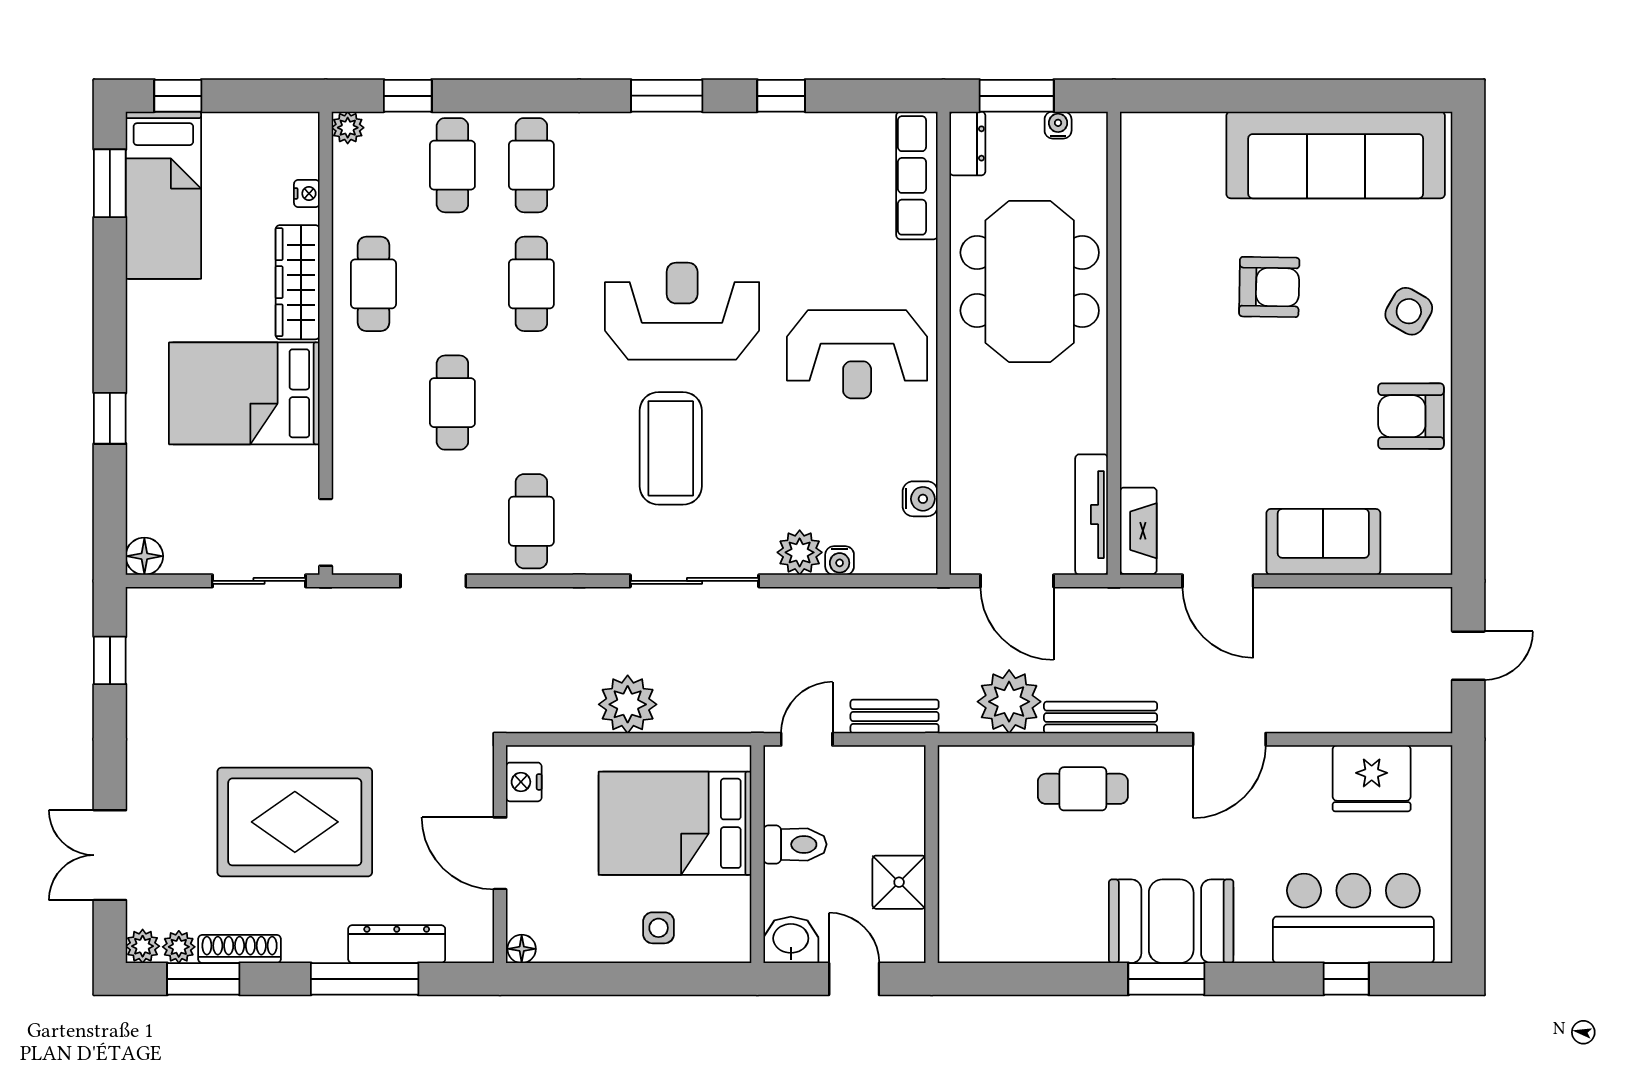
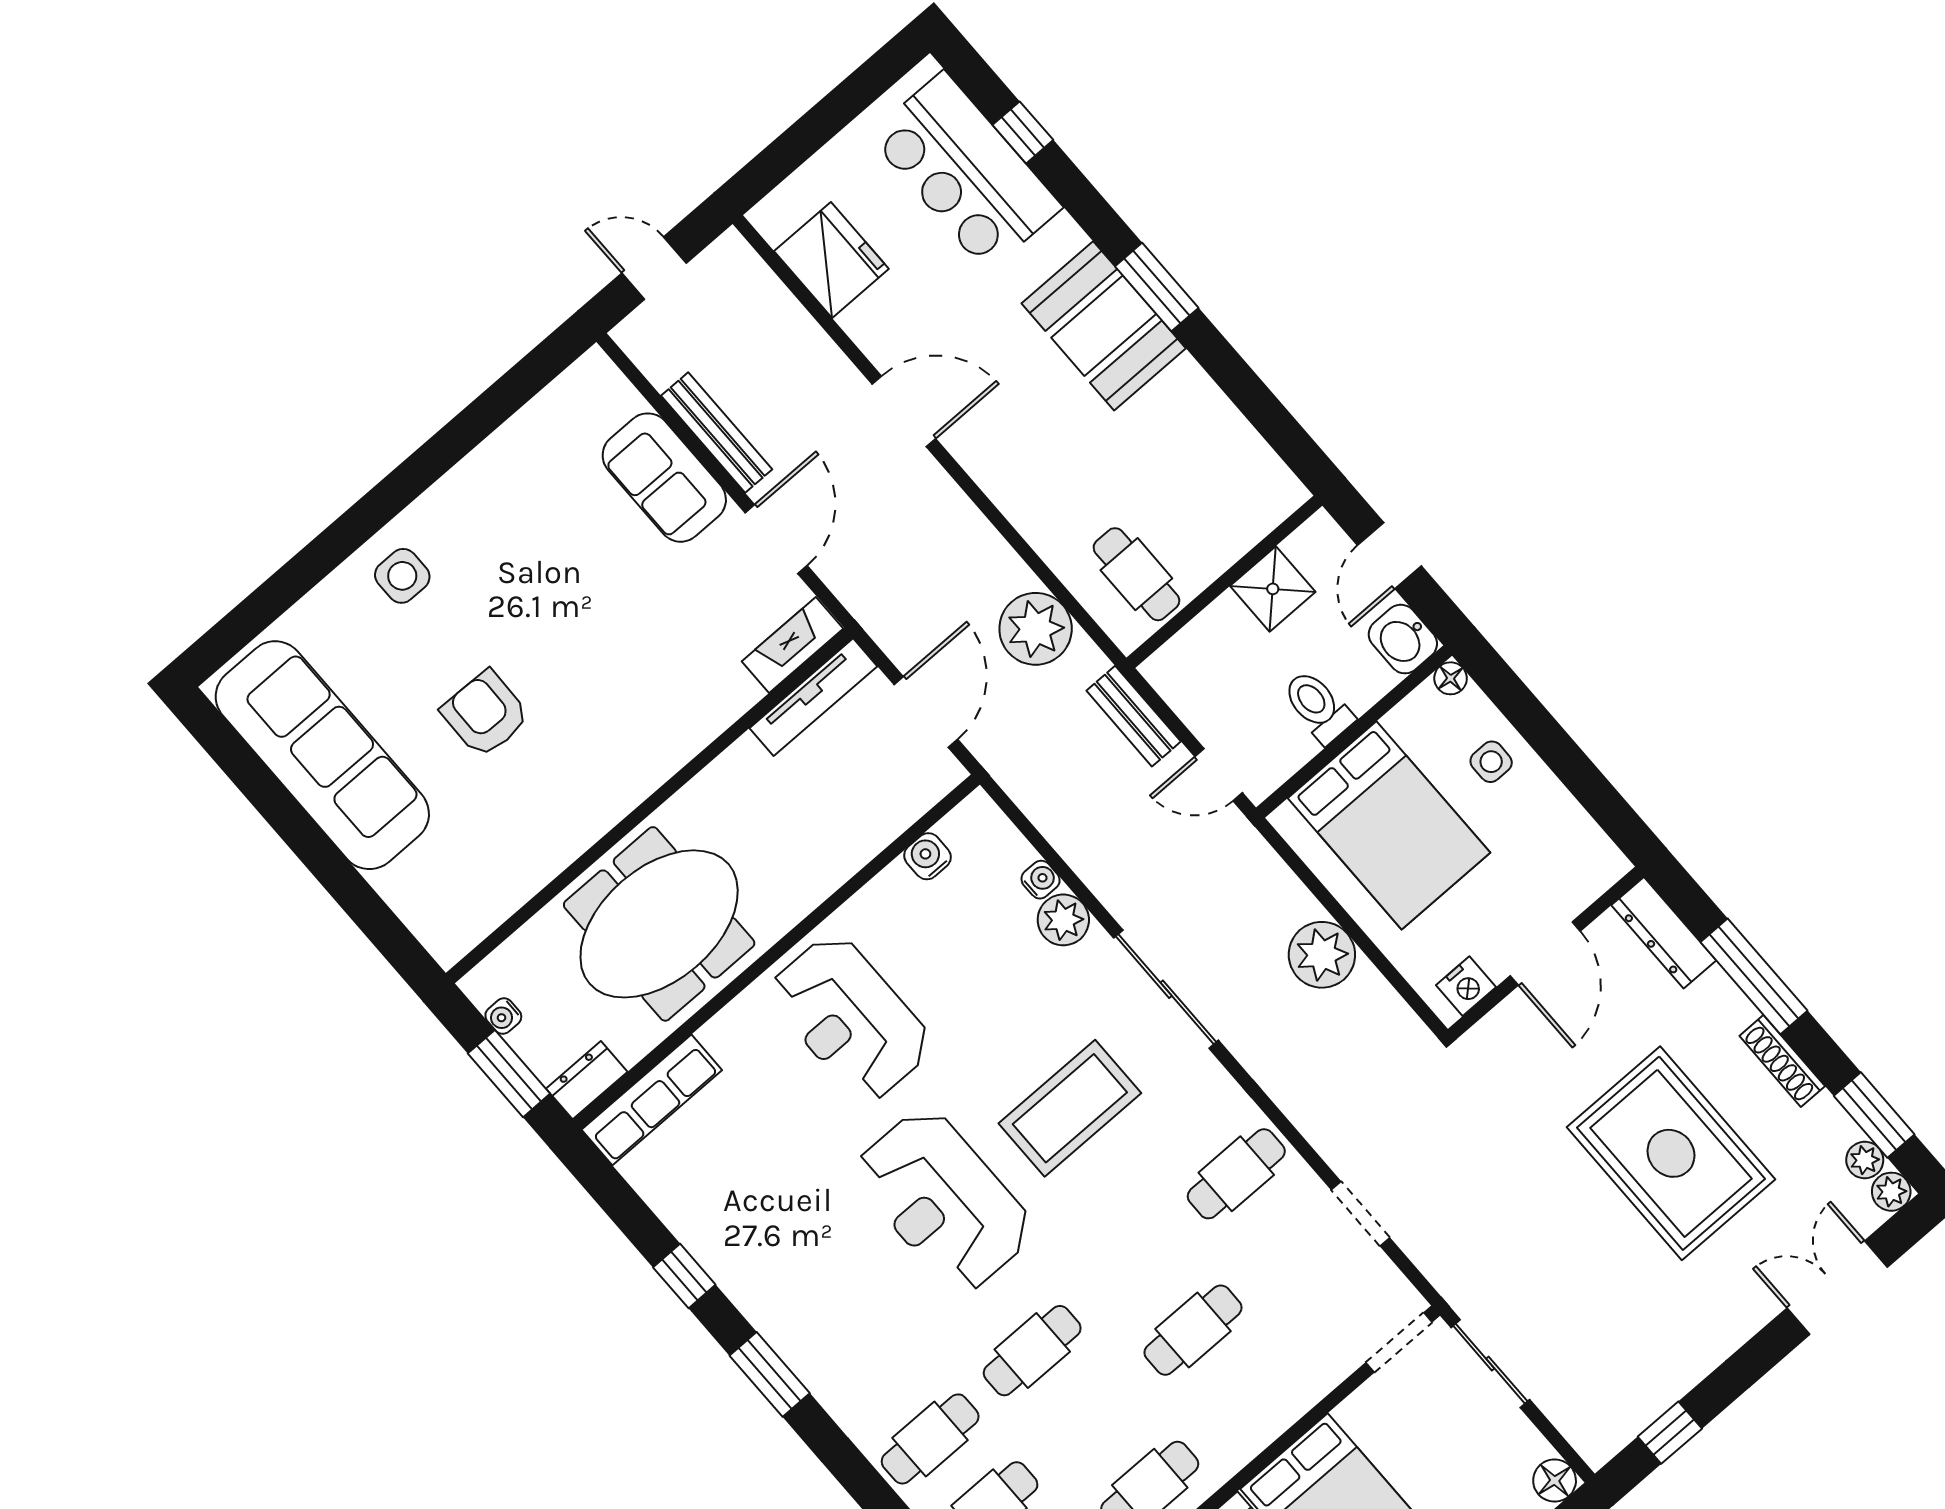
side table: (1409, 311) -> (402, 576), turned -30
reception desk: (857, 354) -> (850, 1018), turned 180
armchair: (1411, 416) -> (491, 496), removed
bench: (1101, 718) -> (717, 433), moved
cafe table: (1083, 789) -> (1136, 574), moved
double door: (110, 855) -> (1837, 1288), swing flipped
dresser: (397, 944) -> (1664, 933), moved
shoe rack: (240, 949) -> (1782, 1061), moved
floor lamp: (522, 949) -> (1451, 678), moved

